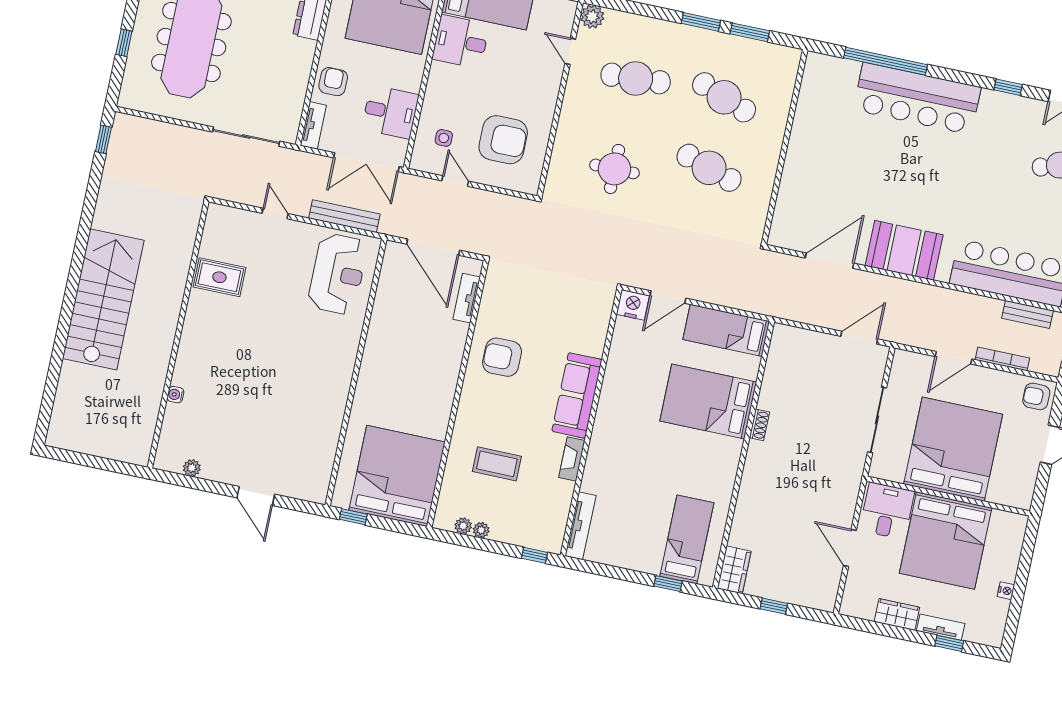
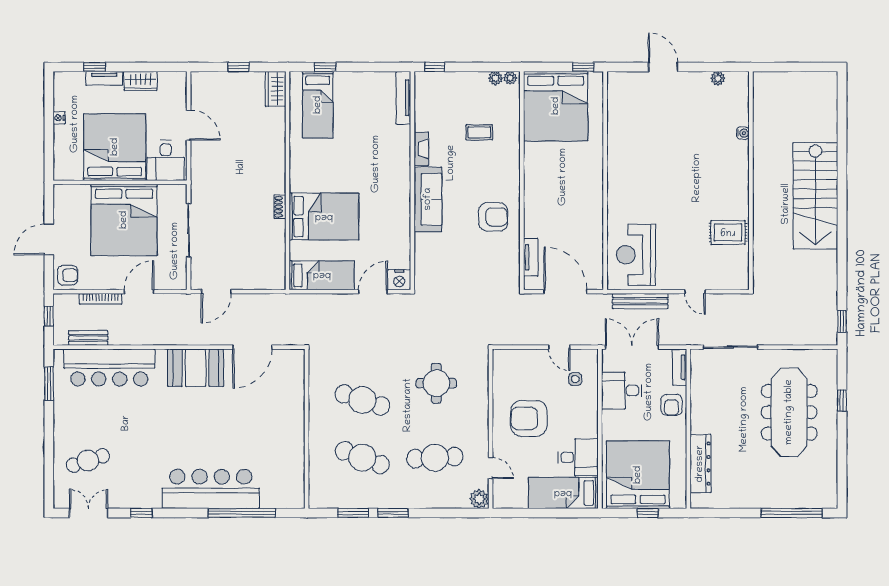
armchair: (503, 140) -> (529, 418), moved
coffee table: (497, 464) -> (479, 132), width x0.73, depth x0.77
plant: (481, 530) -> (510, 78), moved

